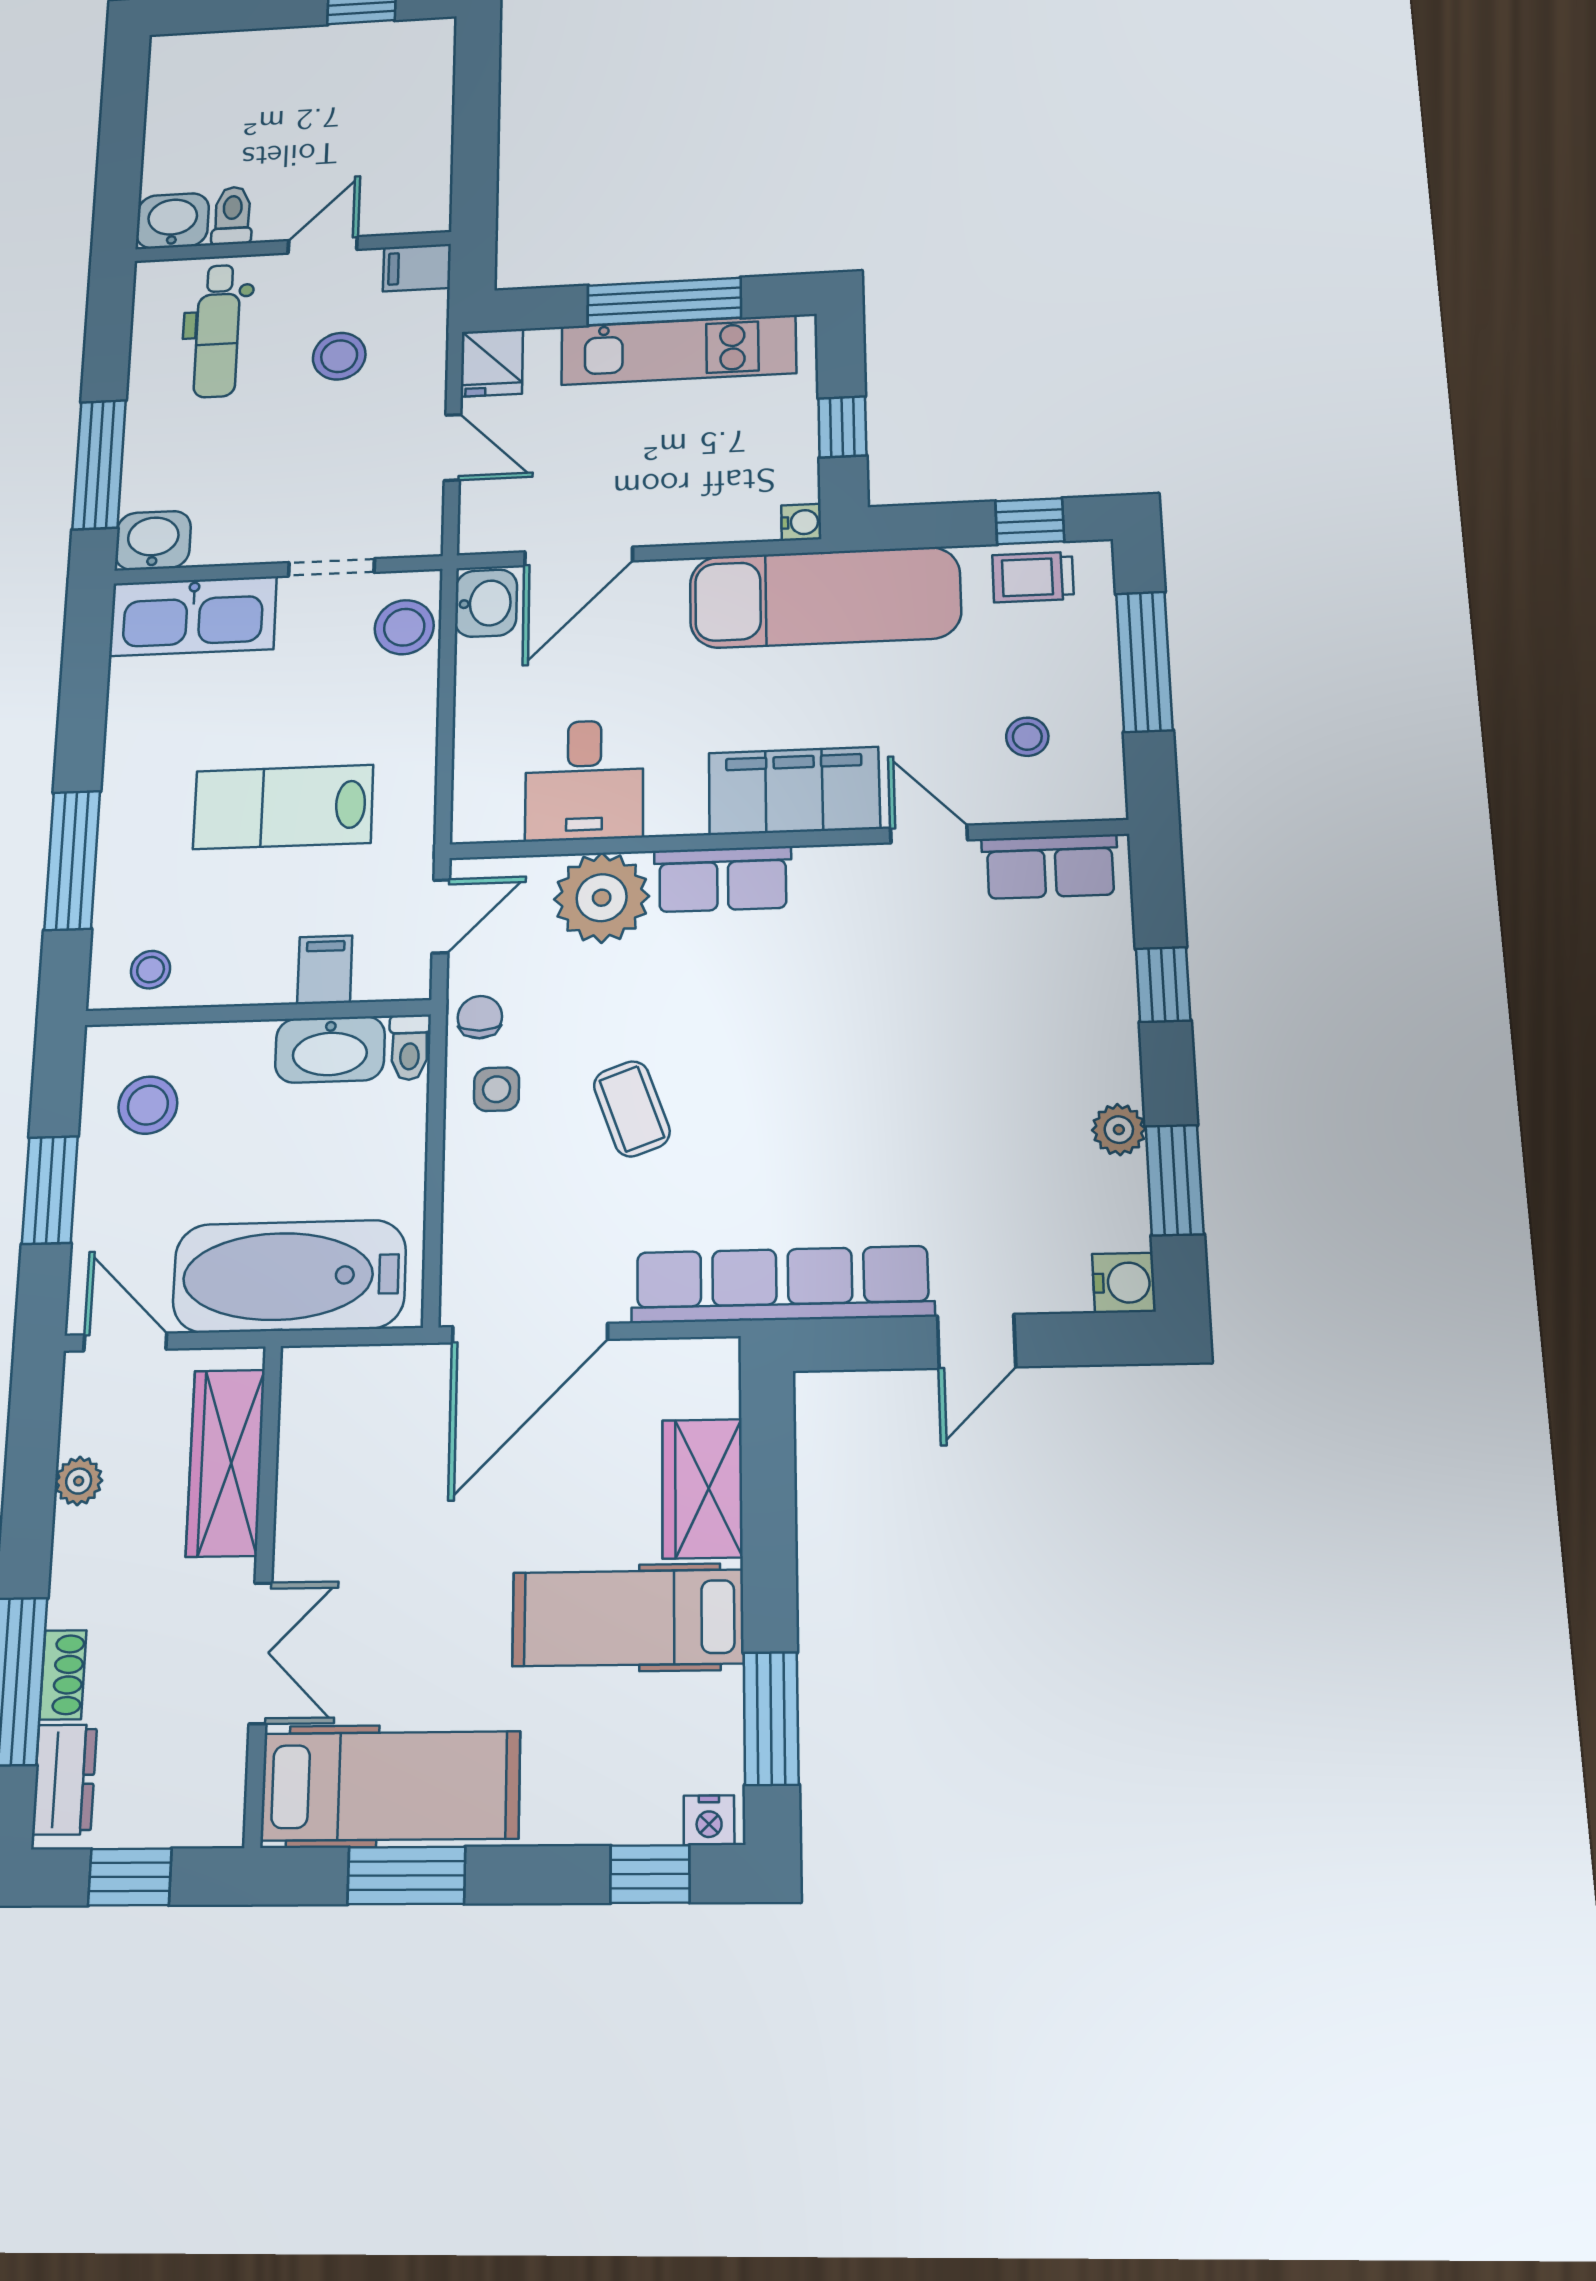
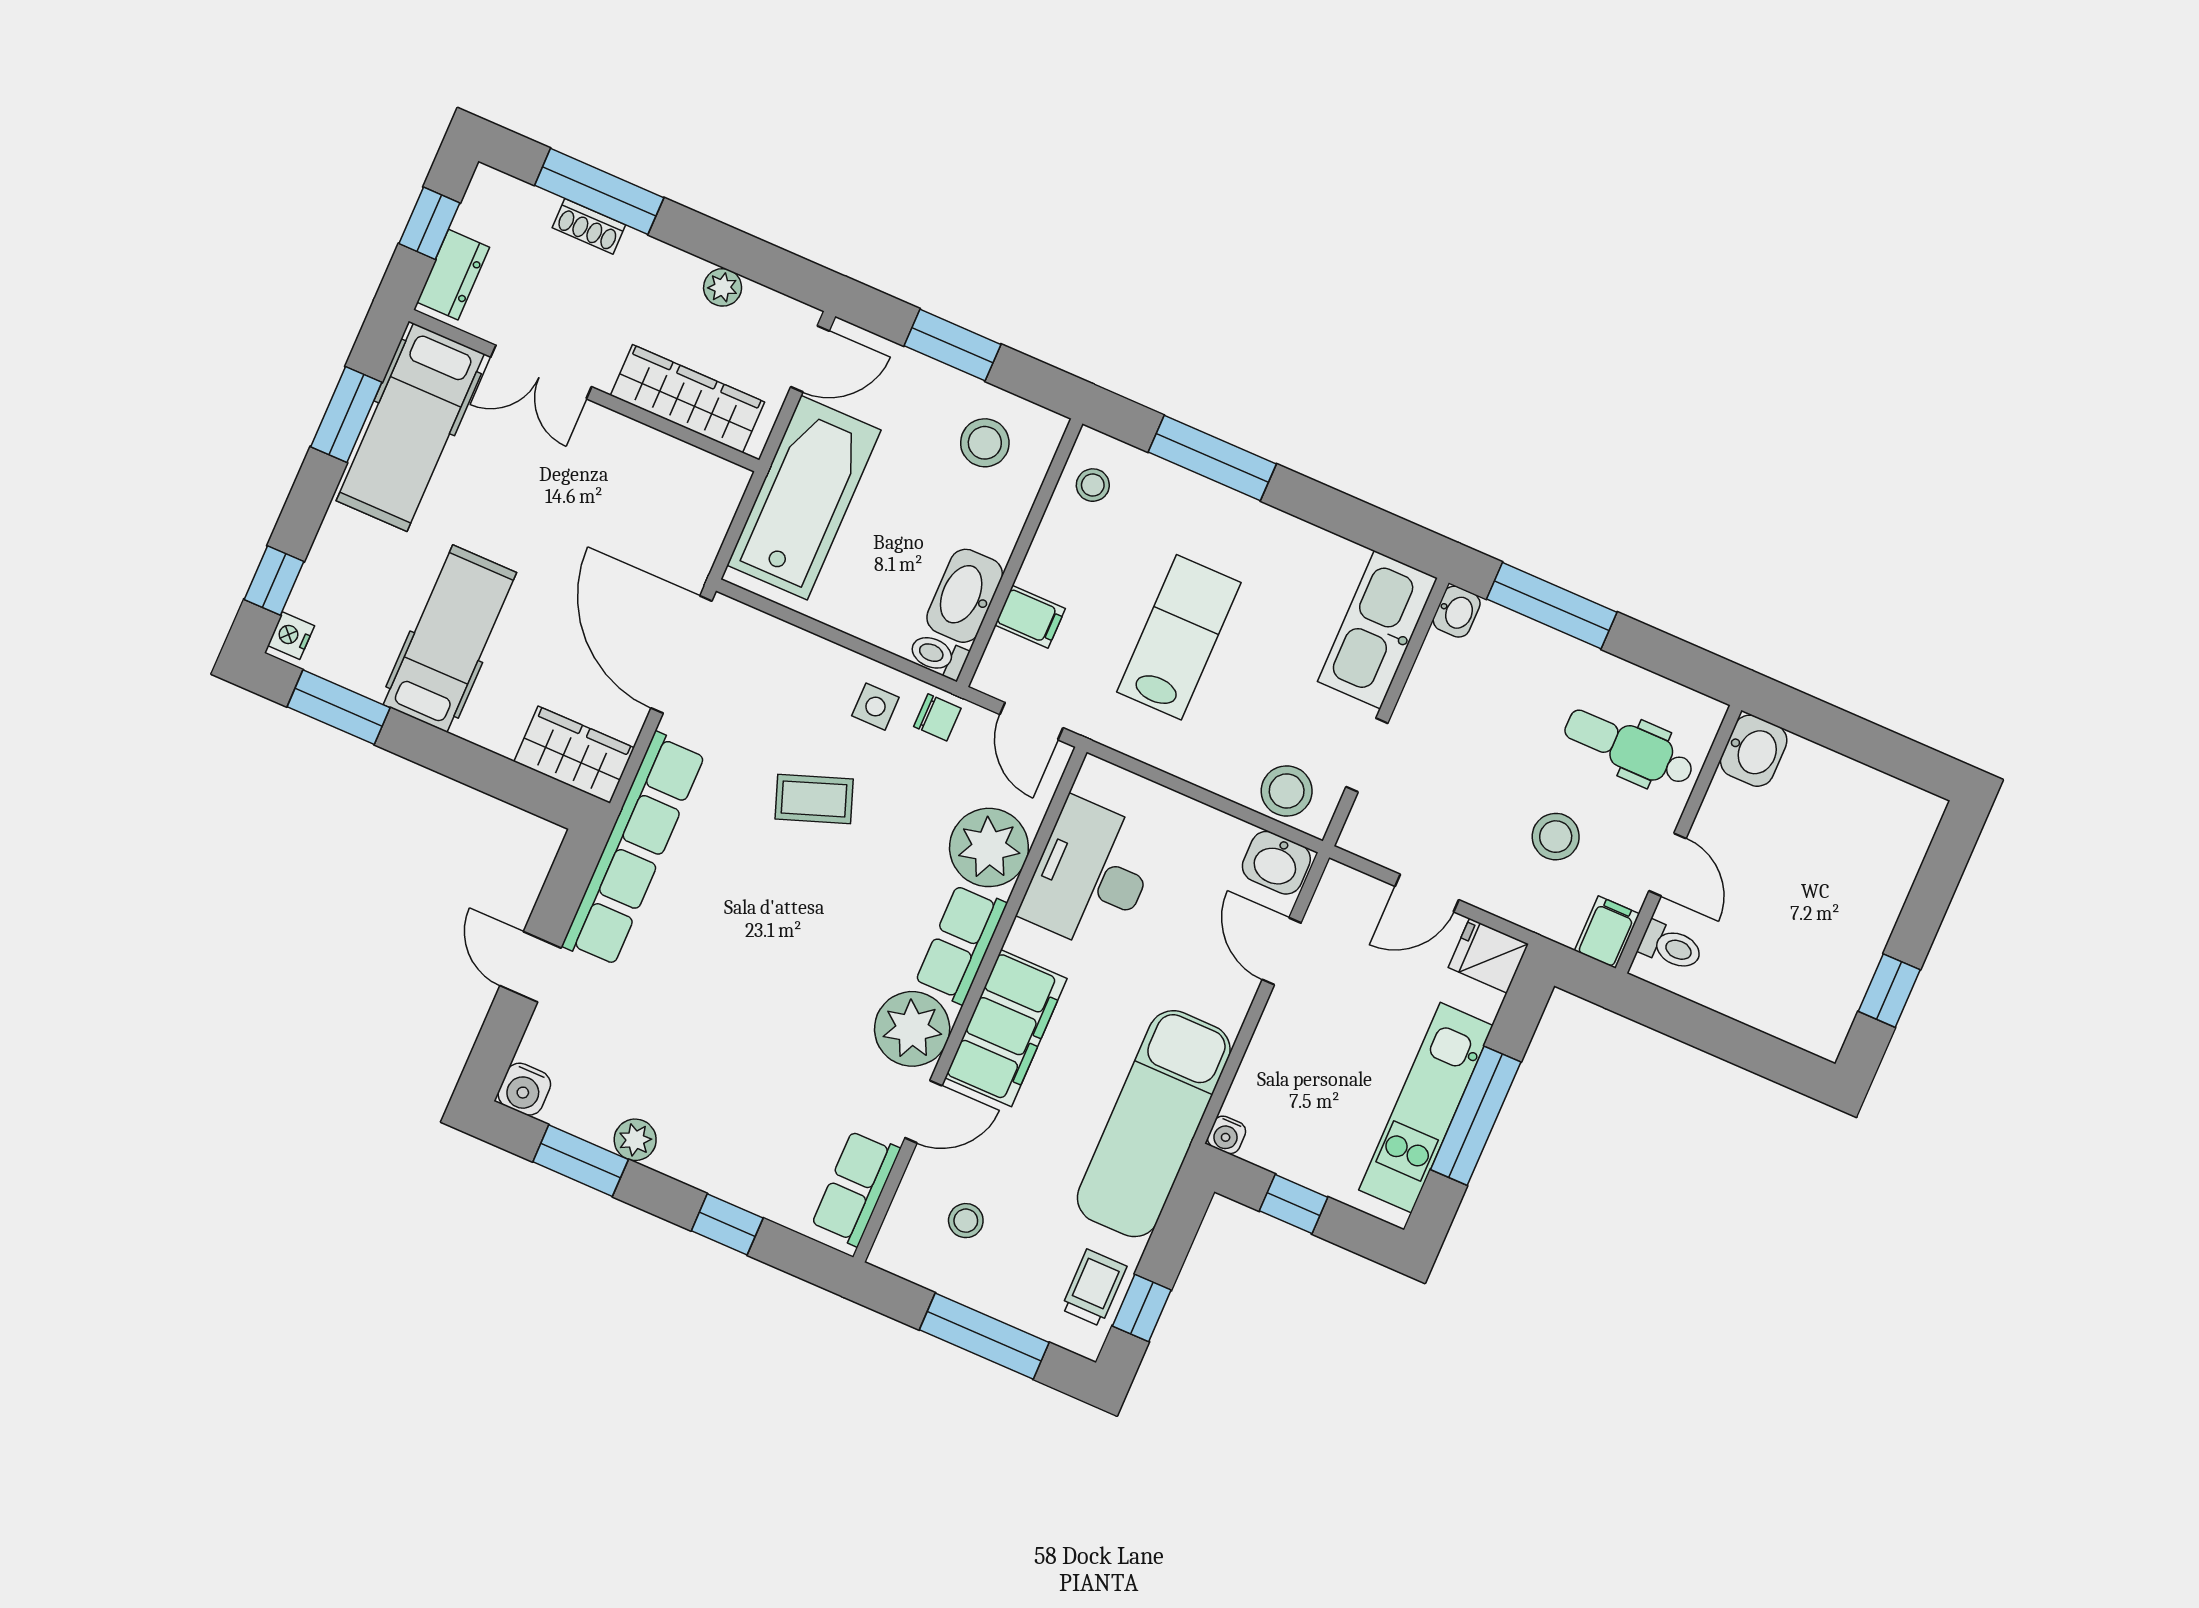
toilet: (232, 215) -> (1671, 946), moved
washbasin: (153, 540) -> (1457, 612), width x0.72, depth x0.69
door: (579, 556) -> (1282, 951), width x0.73
desk: (584, 780) -> (1090, 875), width x1.37
plant: (842, 887) -> (912, 1029), added
wardrobe: (702, 1489) -> (574, 755), moved
dresser: (65, 1779) -> (453, 275), moved, turned -90

